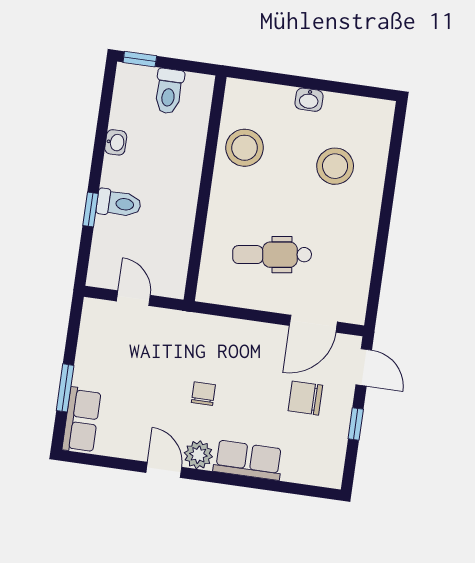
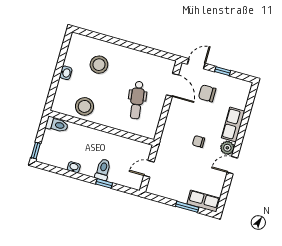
toilet: (169, 91) -> (57, 125), moved
chair: (305, 398) -> (207, 93), turned 90

